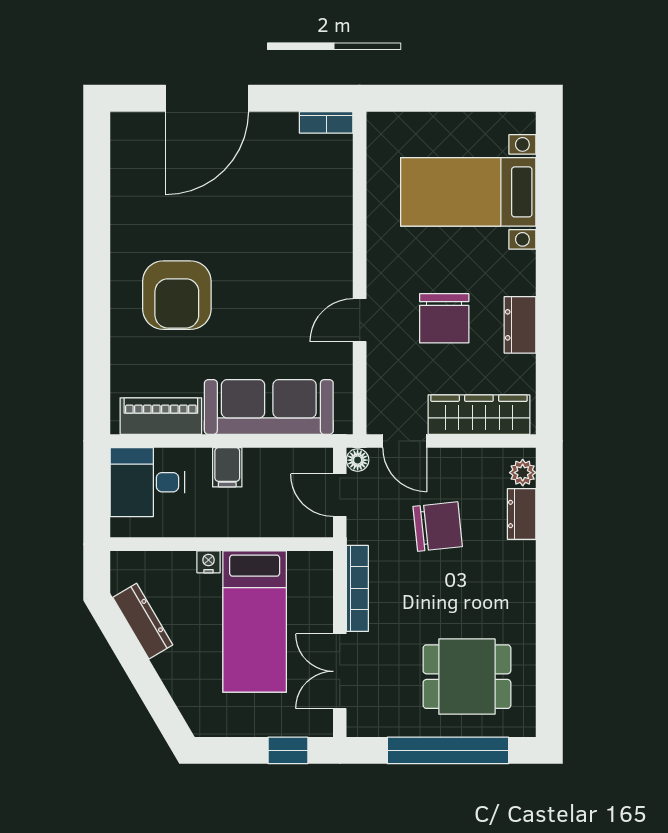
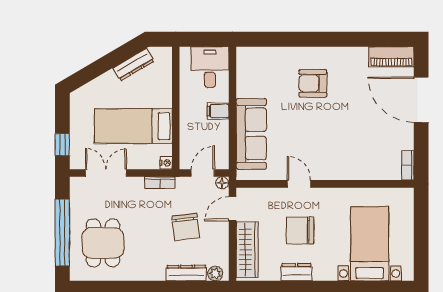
armchair: (177, 295) -> (313, 83), width x0.73, depth x0.73
piano: (161, 416) -> (391, 57), moved, turned 90
dresser: (522, 514) -> (186, 273), width x1.44
nightstand: (209, 562) -> (166, 163), moved
bookcase: (357, 588) -> (160, 183), width x0.64

